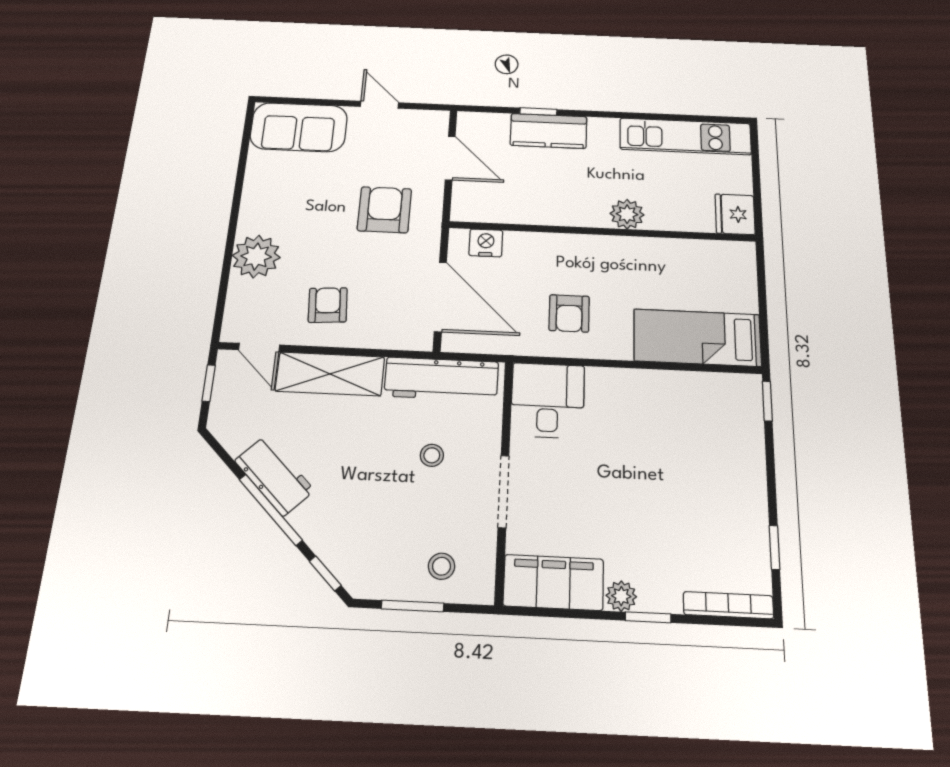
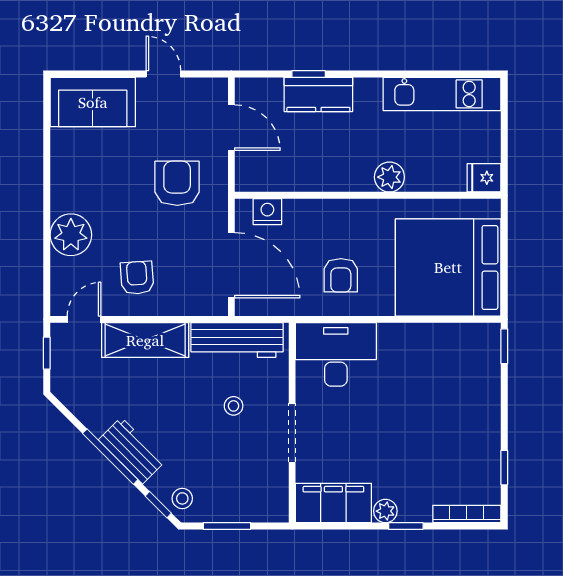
fridge: (735, 214) -> (484, 178), width x0.72
bed: (697, 338) -> (448, 267), width x2.04
door: (259, 347) -> (84, 319), swing flipped
desk: (548, 400) -> (336, 354), width x1.37
workbench: (274, 475) -> (132, 451), moved
stool: (441, 566) -> (182, 498), moved

